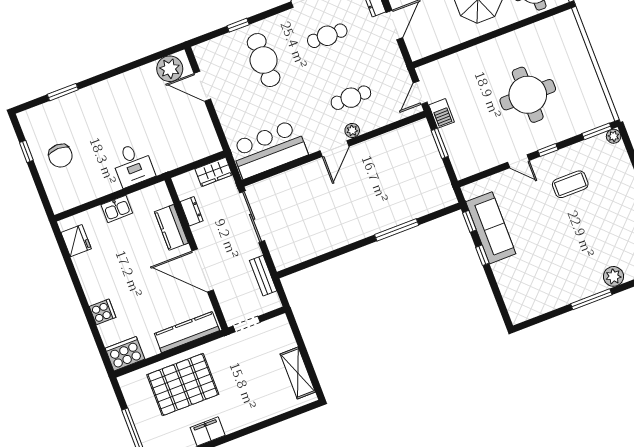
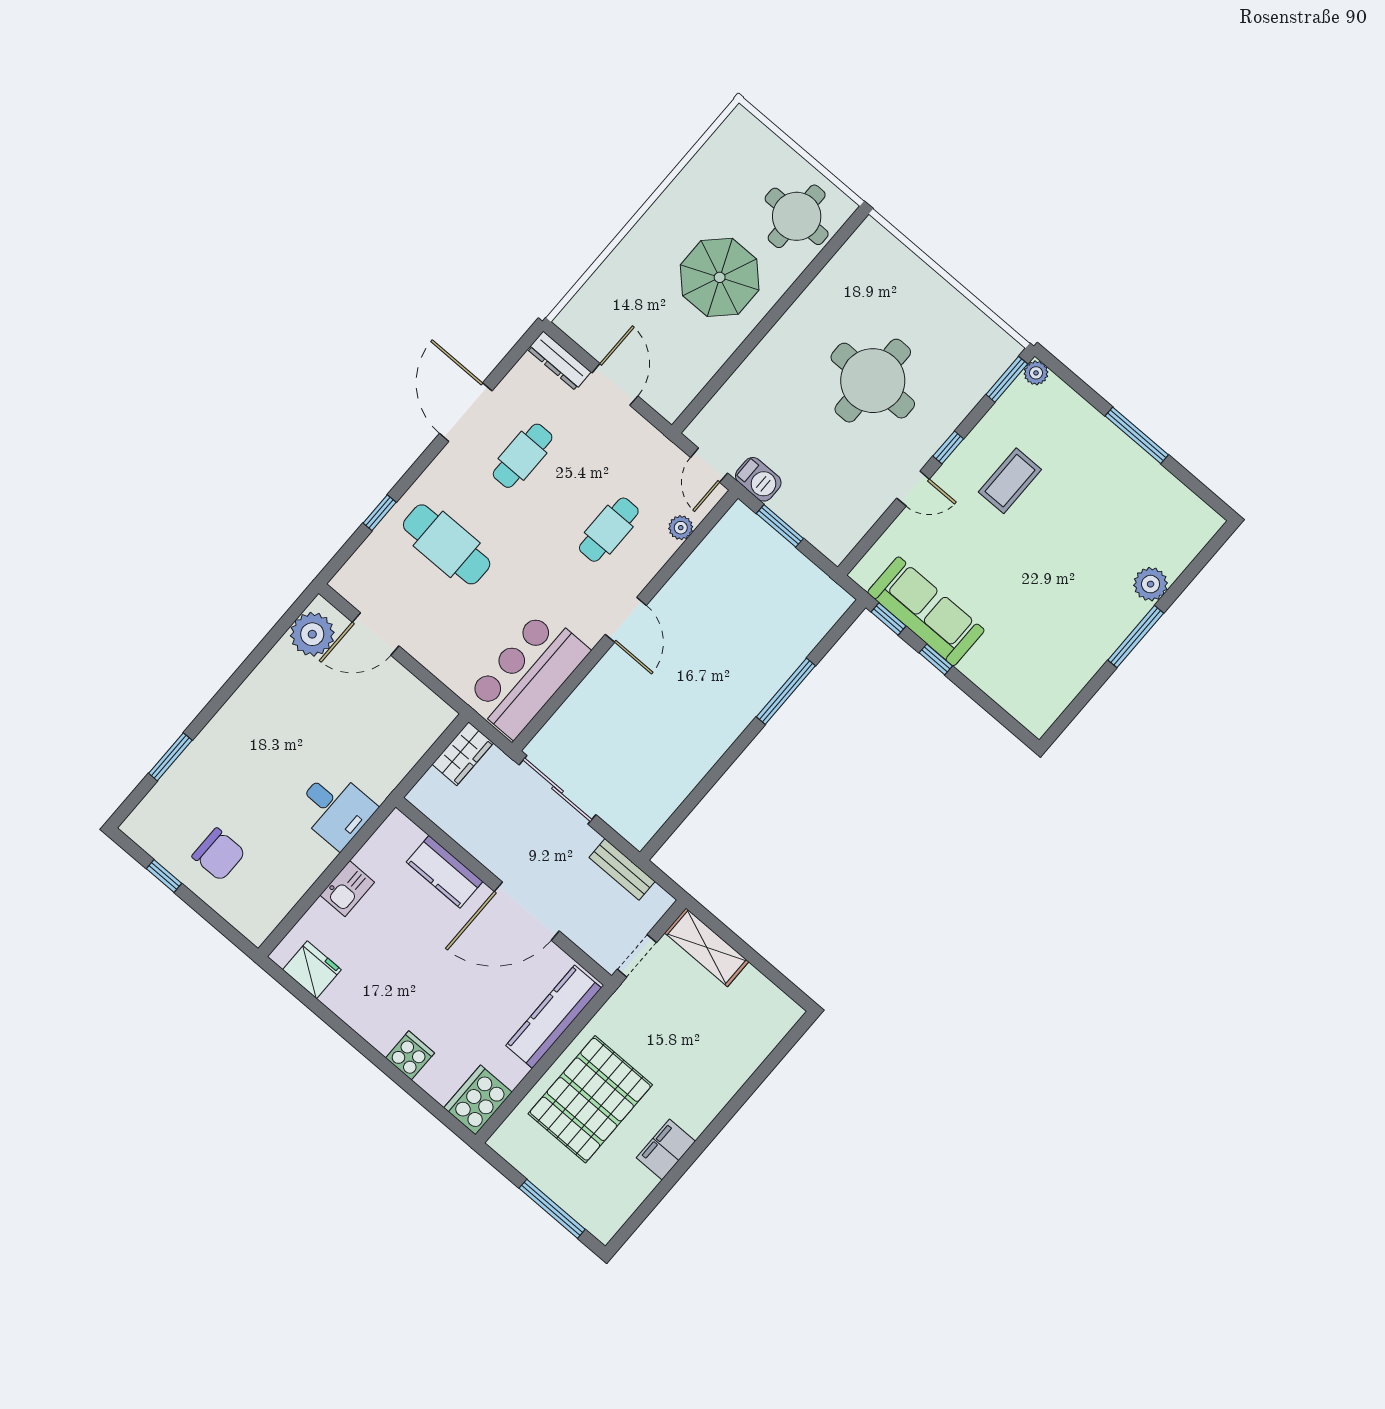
plant: (352, 130) -> (681, 528), moved
dresser: (192, 211) -> (462, 831), removed
shelving: (298, 373) -> (707, 947), moved

